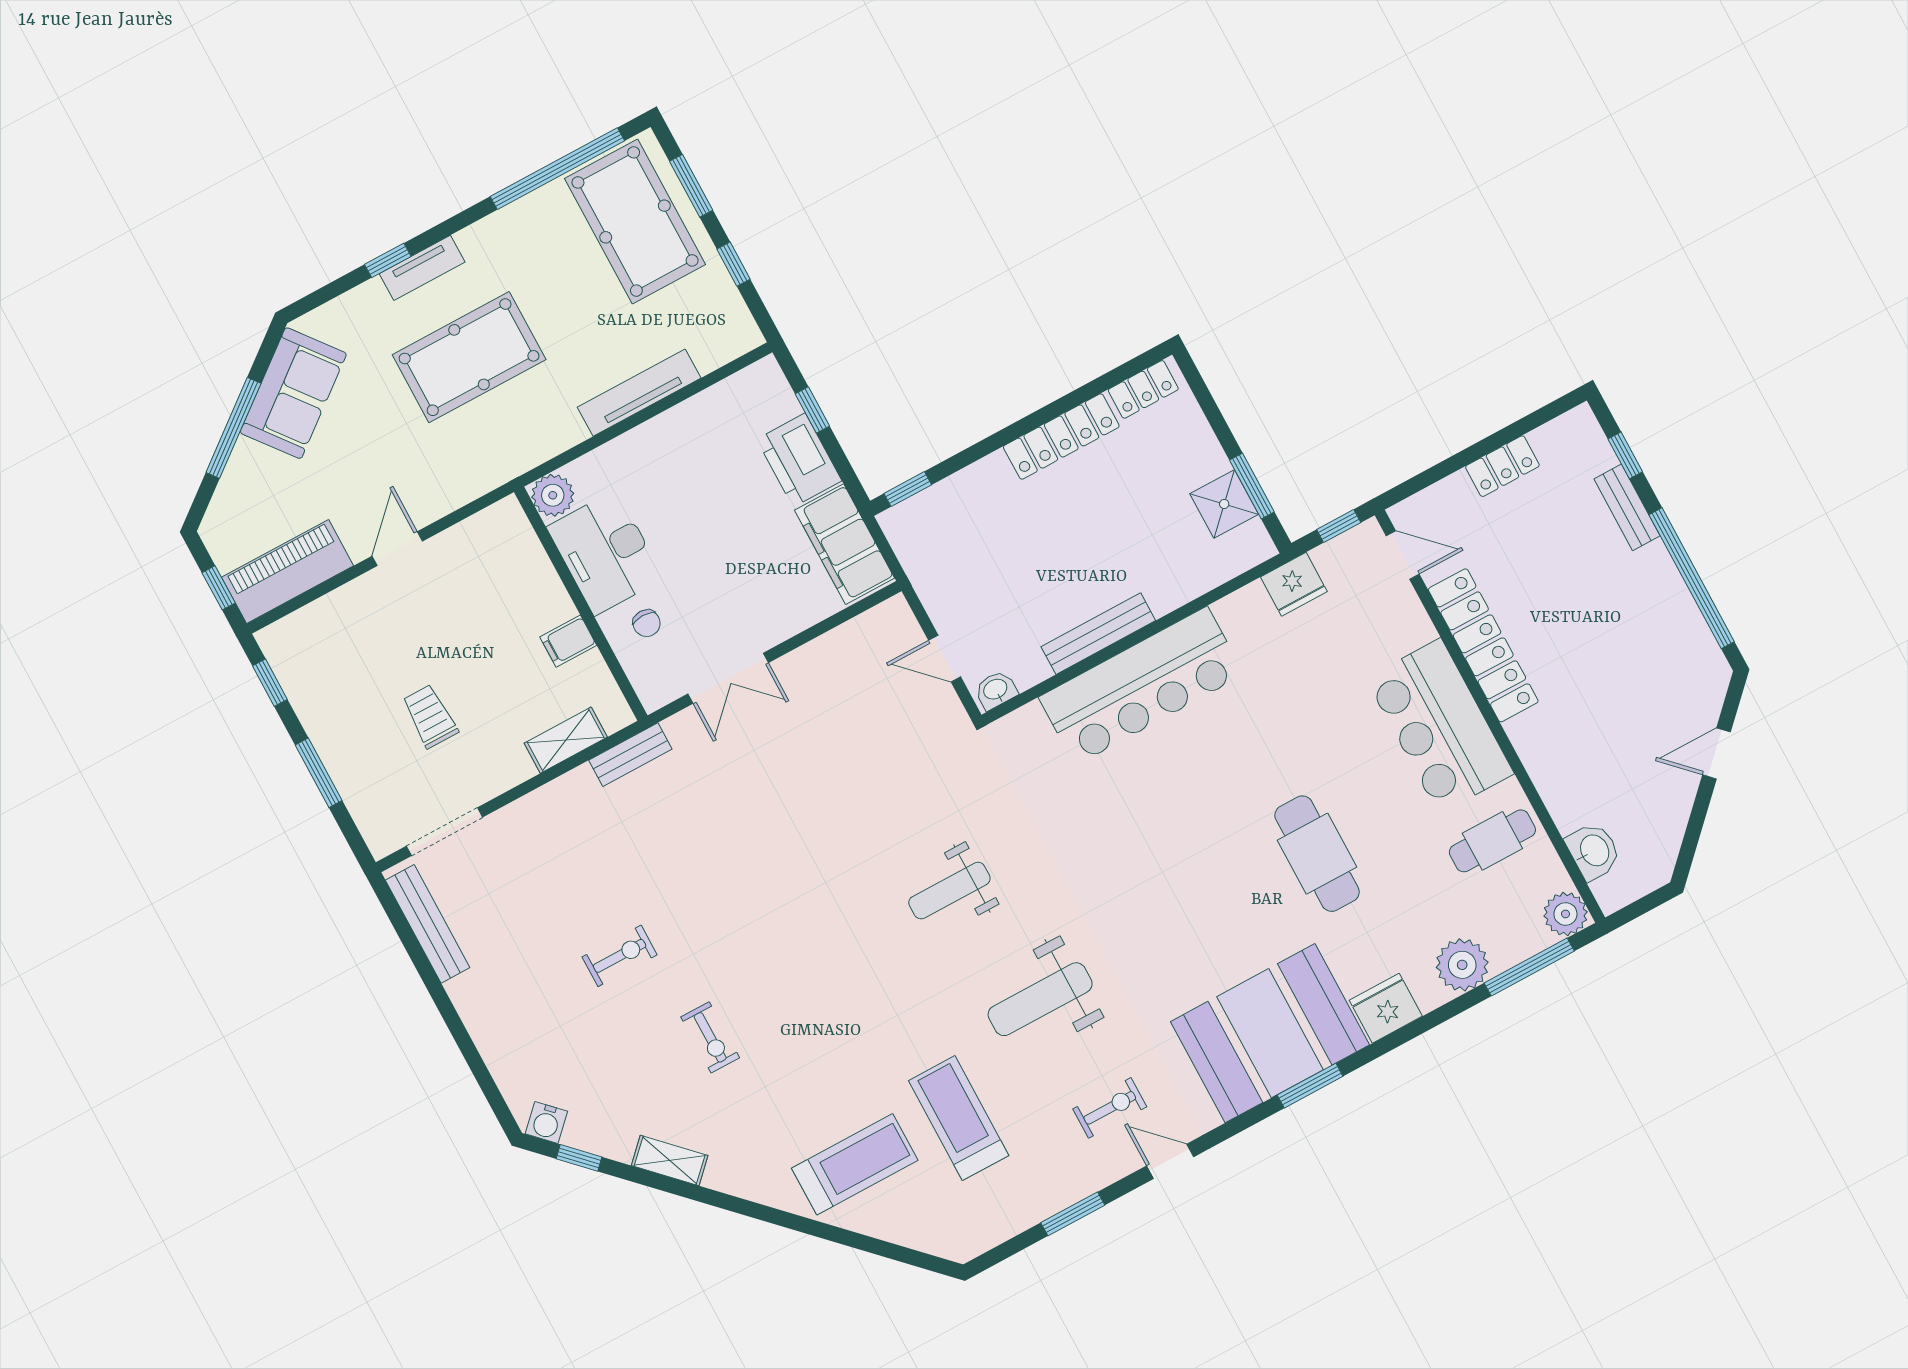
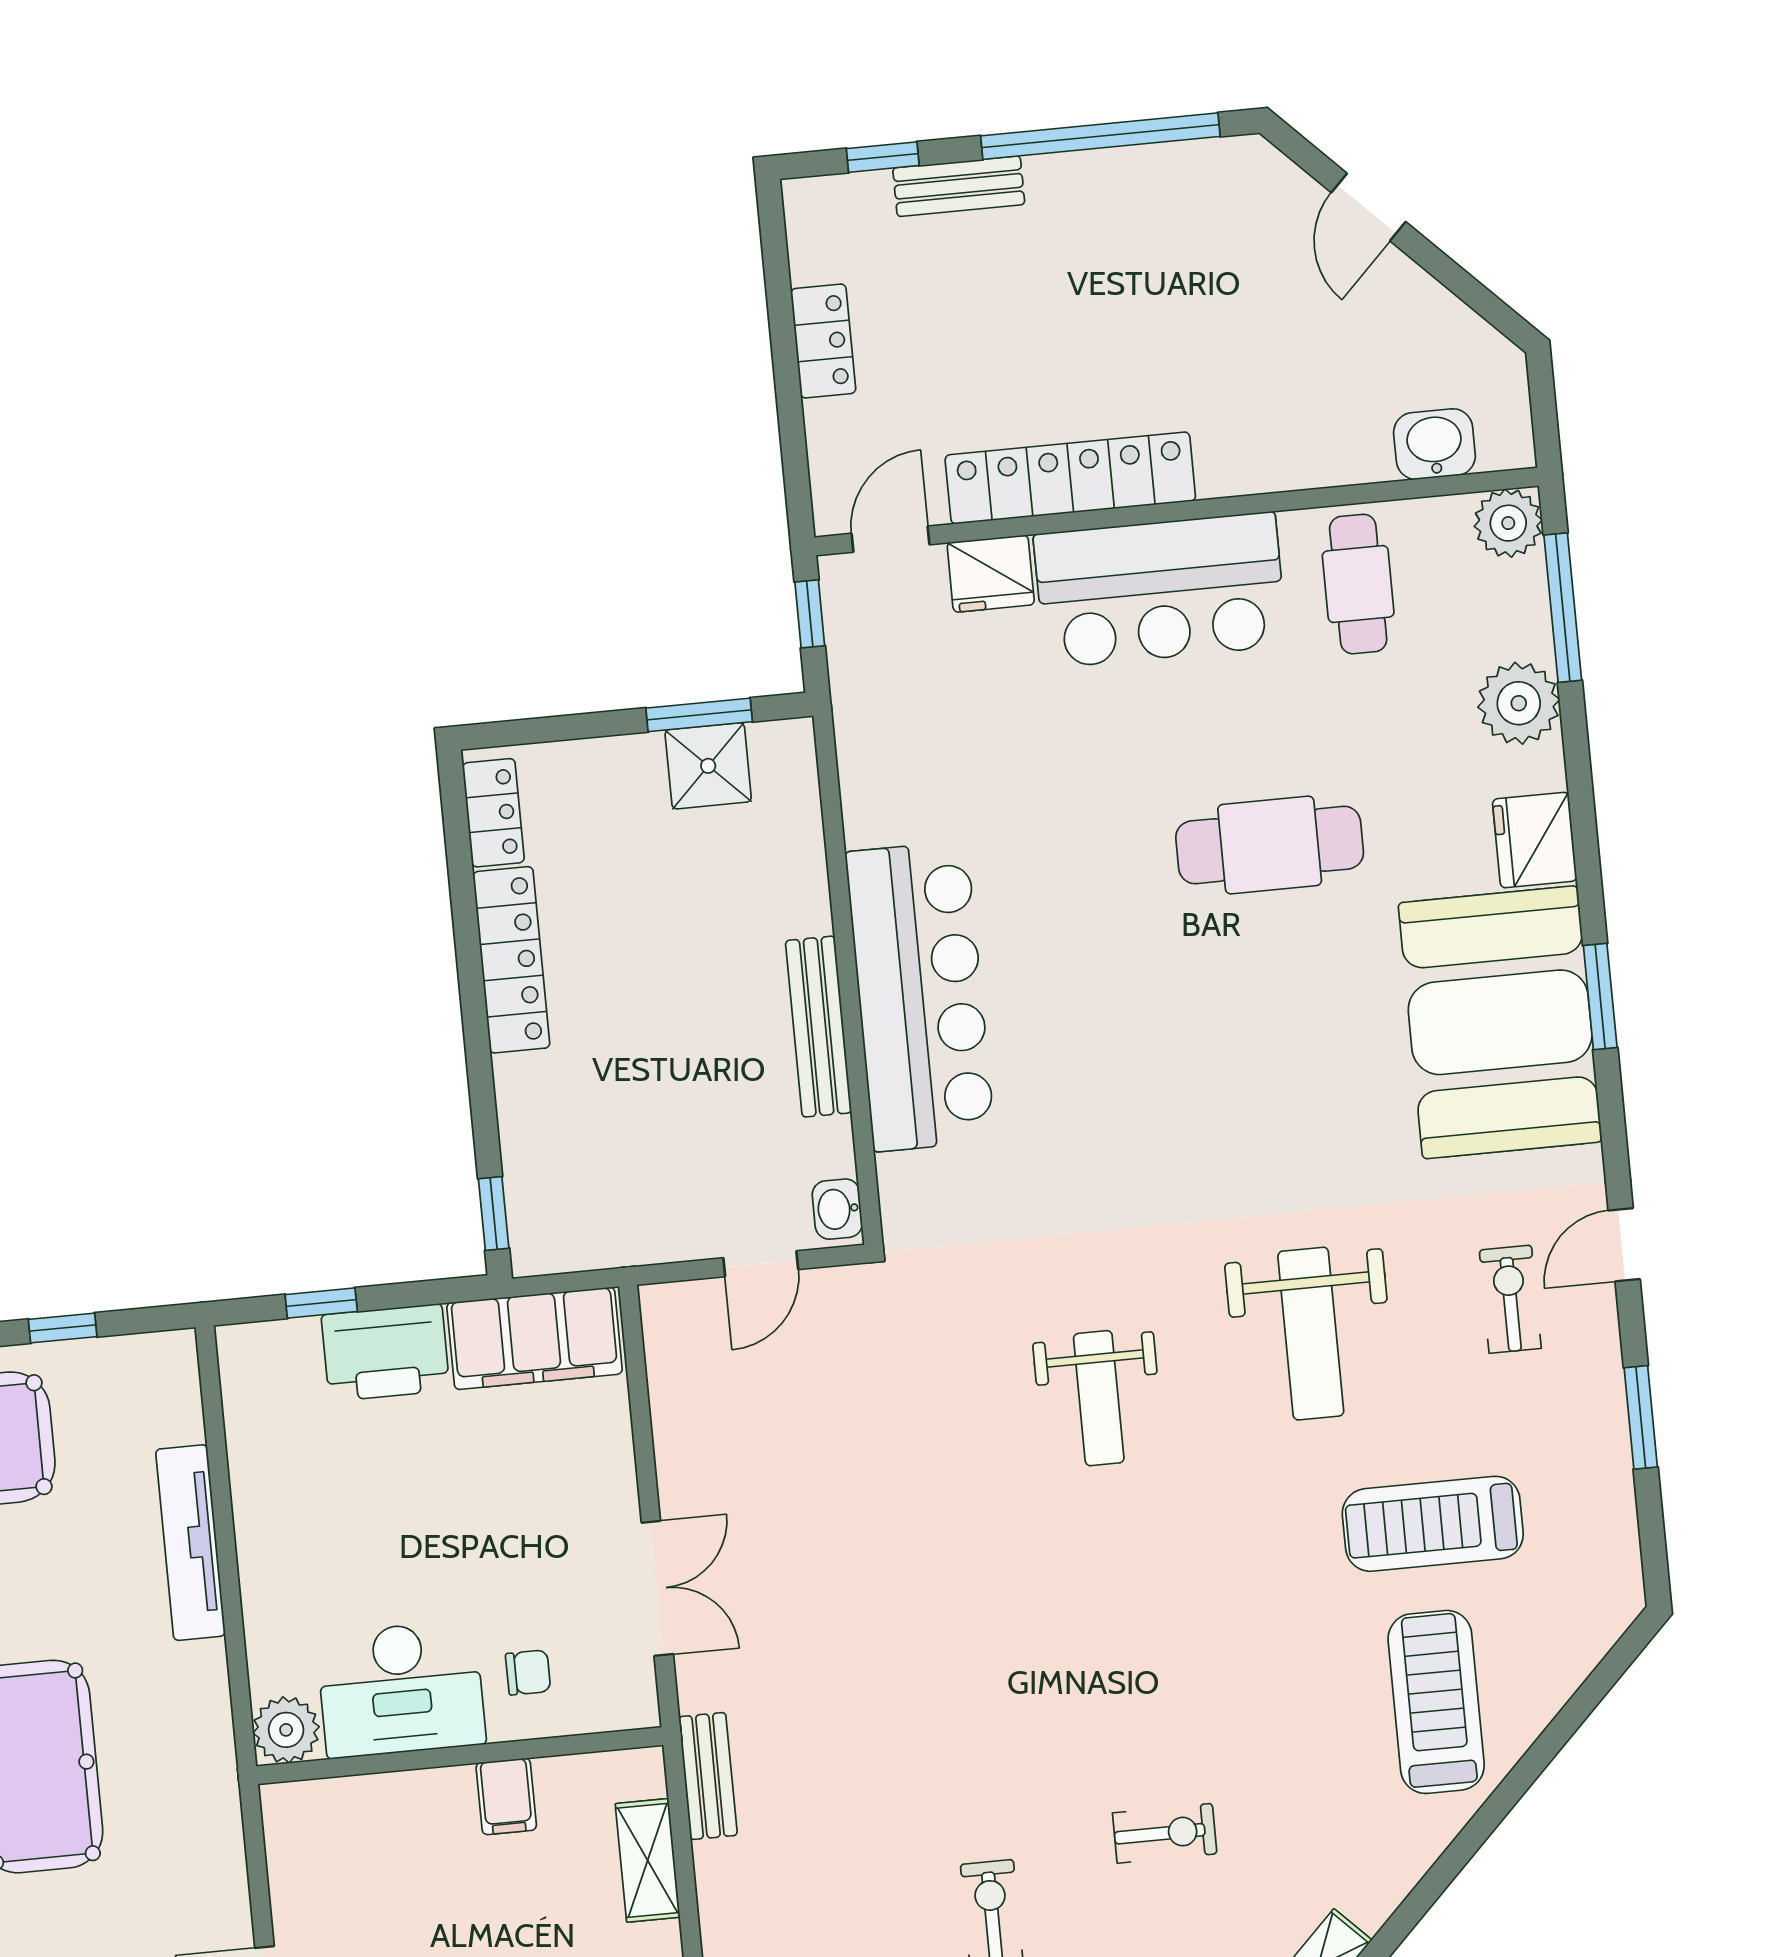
fridge: (1294, 584) -> (991, 574), moved, turned 90

